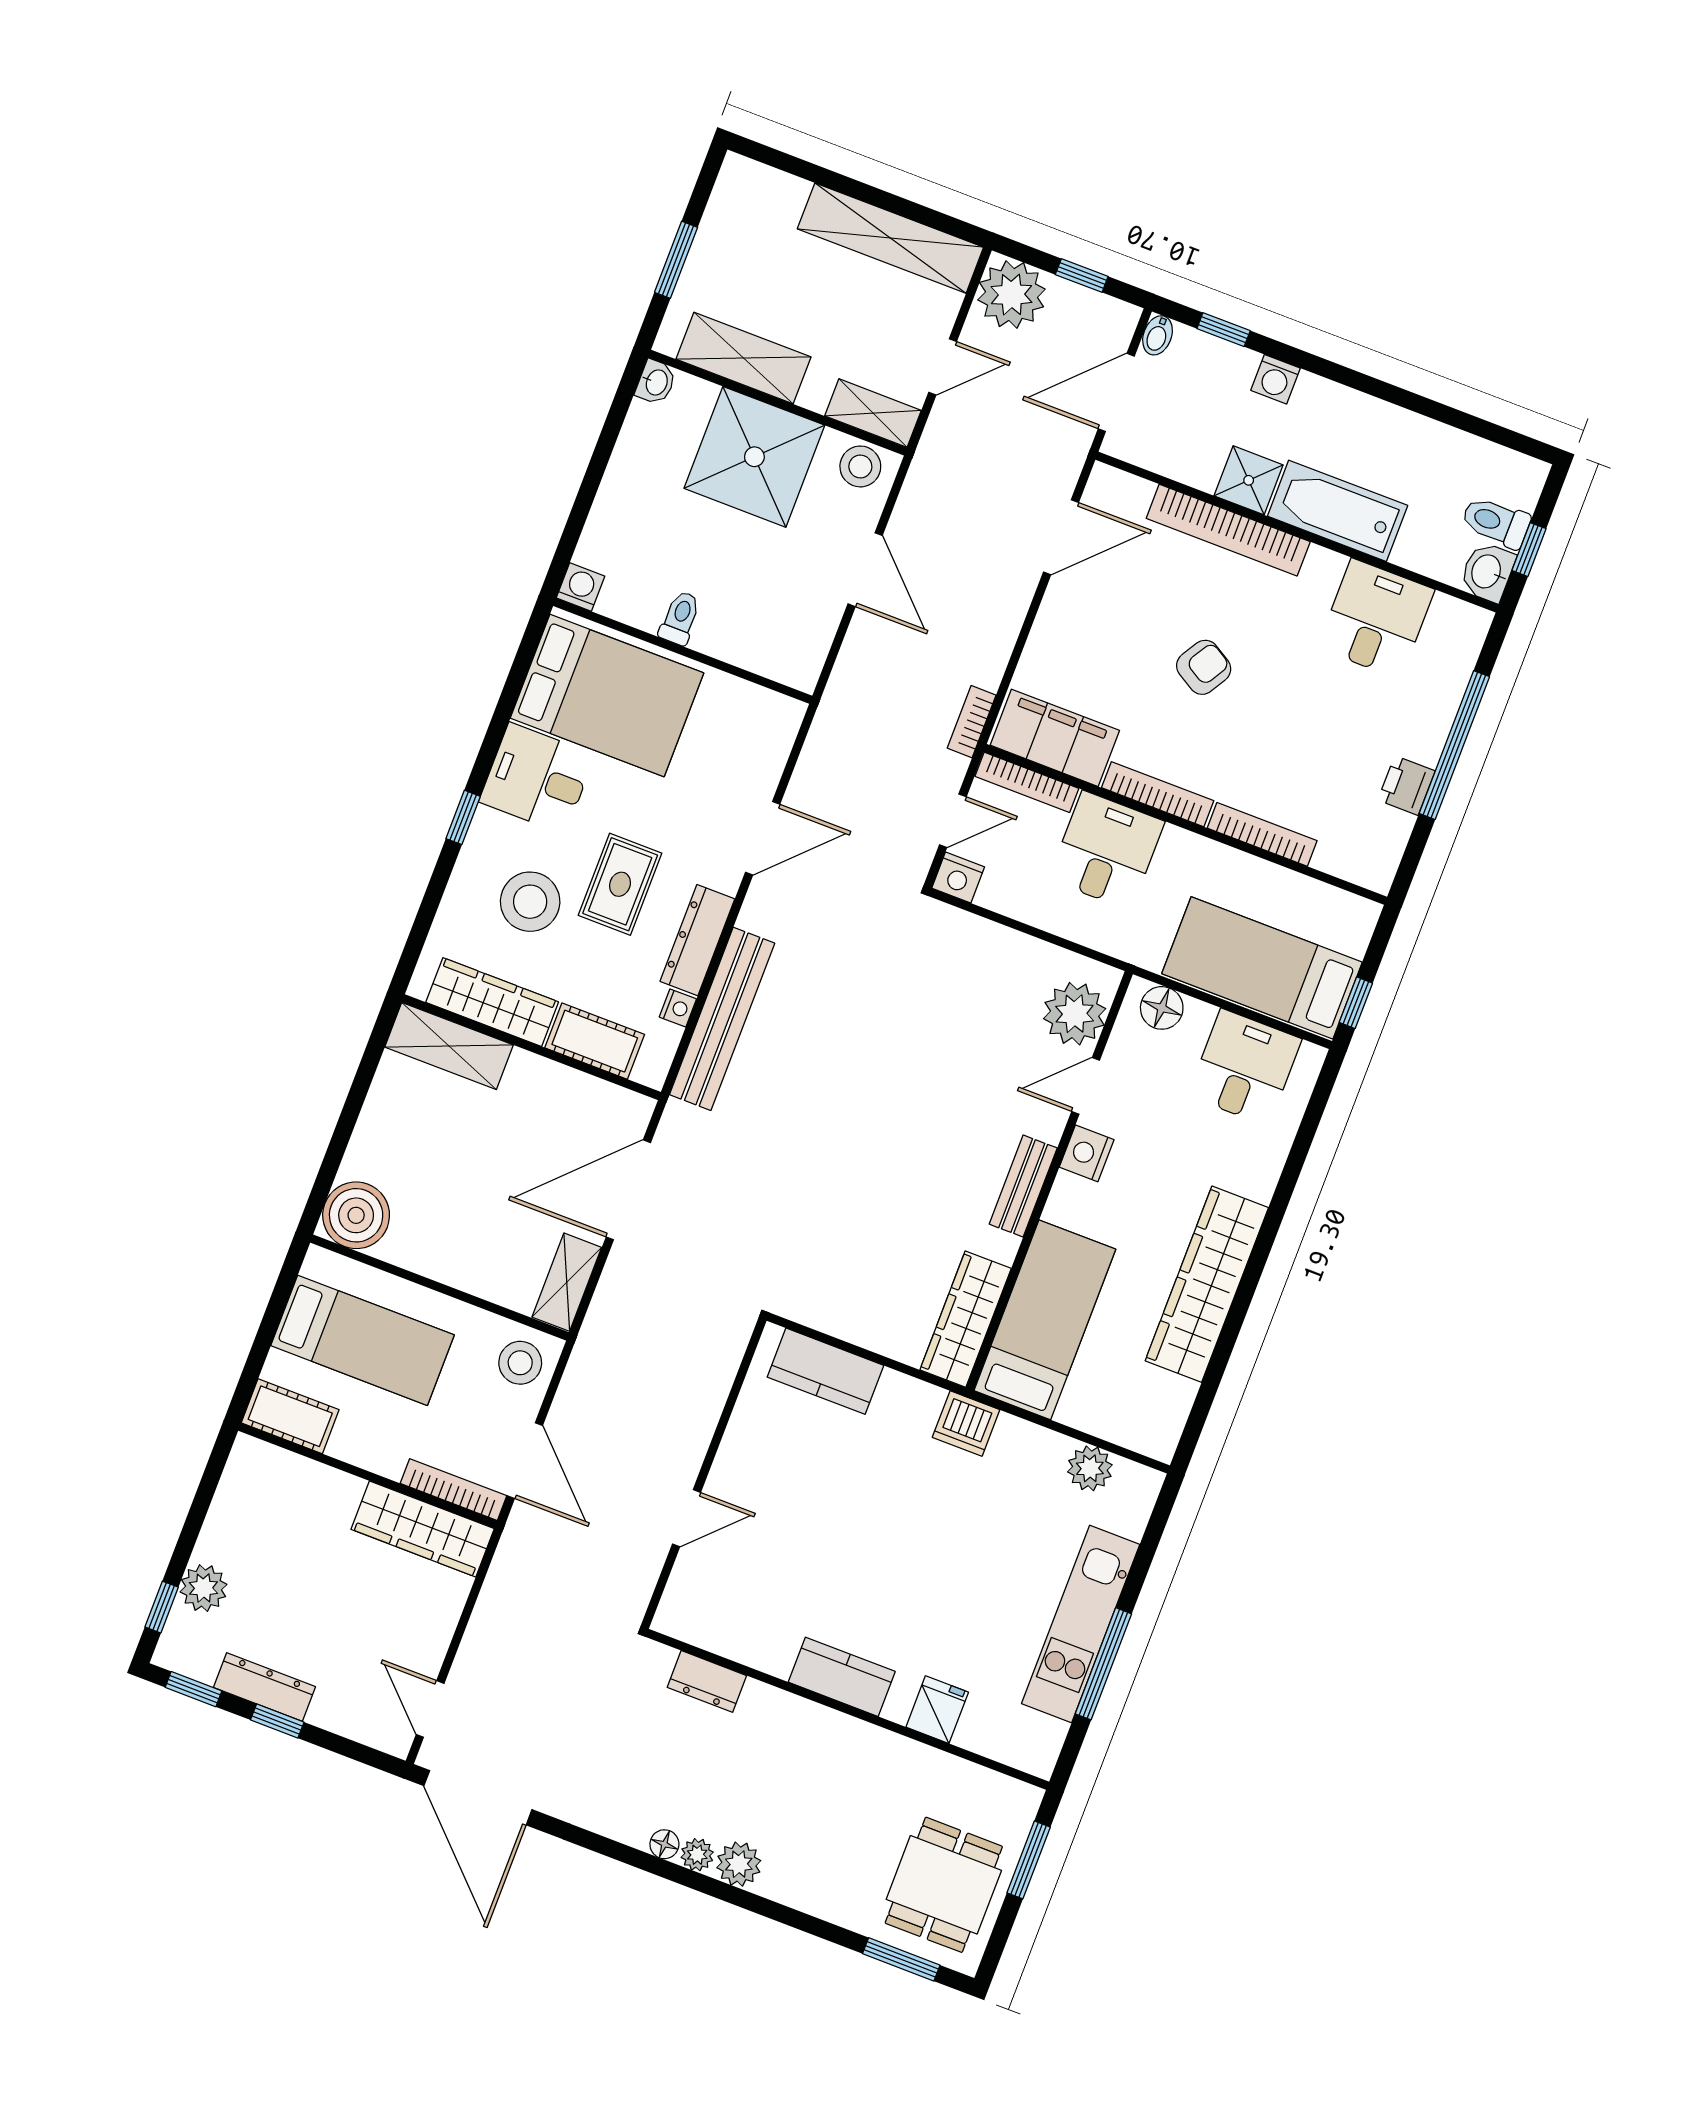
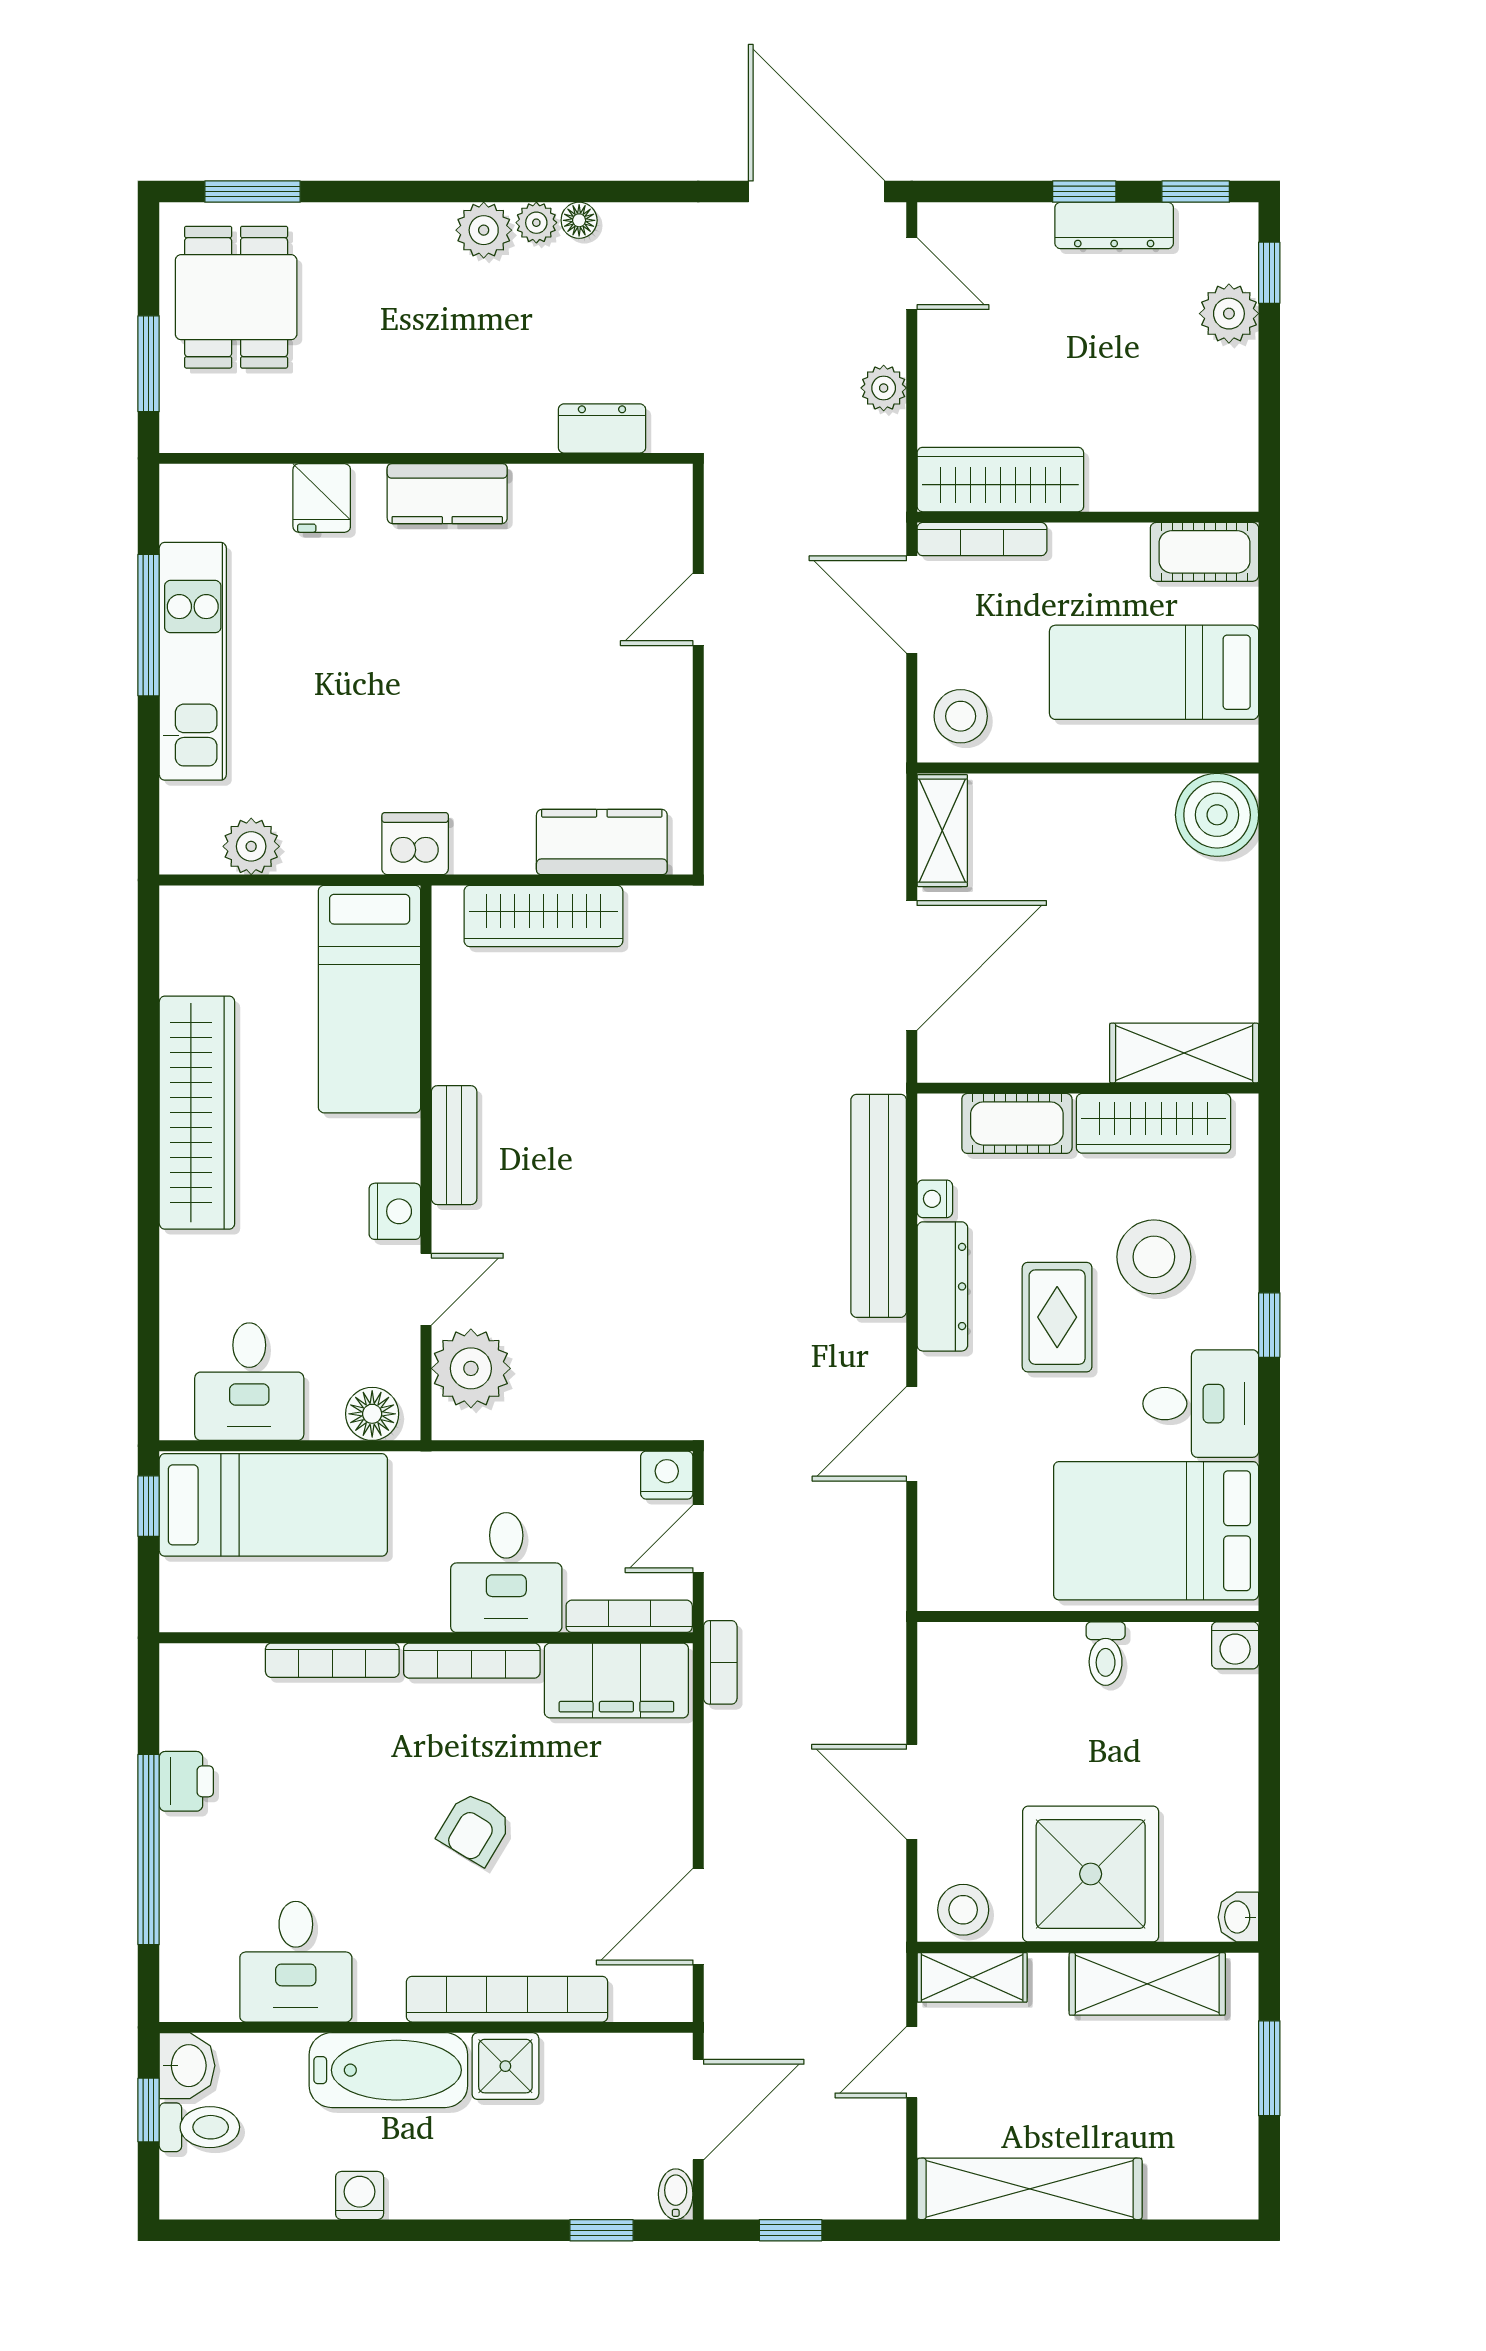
plant: (1011, 295) -> (884, 388), moved, width x0.53, depth x0.53
washing machine: (1276, 379) -> (360, 2195), moved
wardrobe: (966, 1319) -> (543, 916), moved, turned 90

